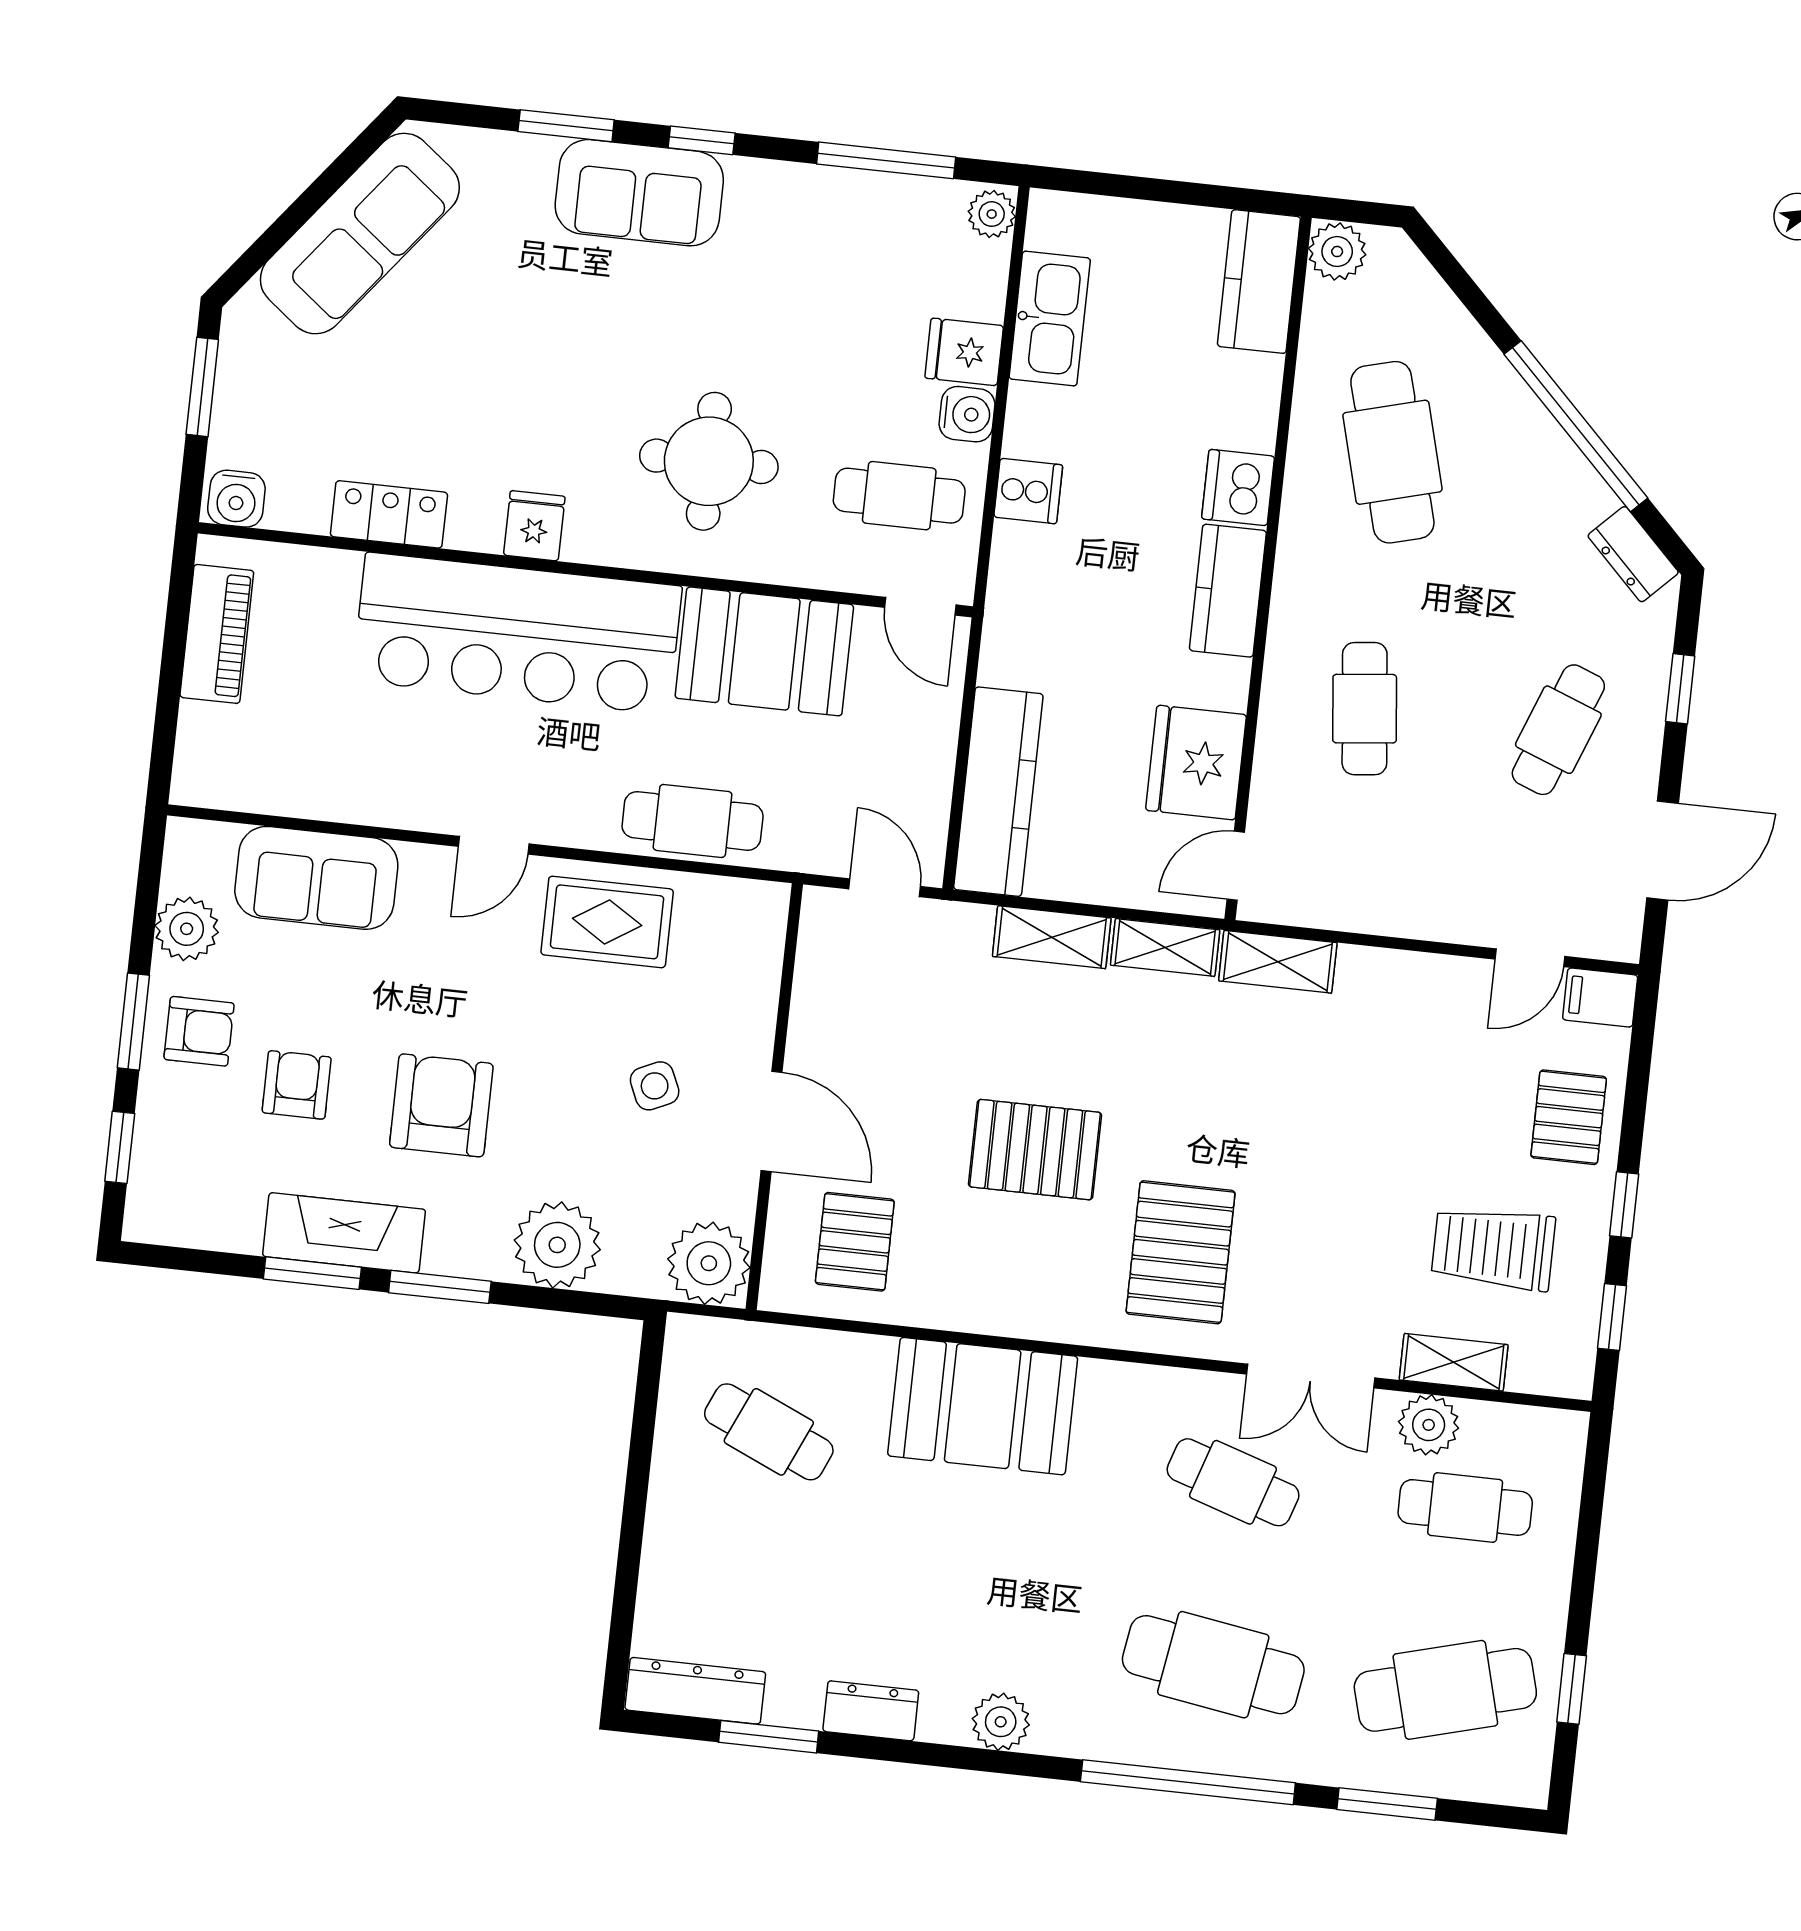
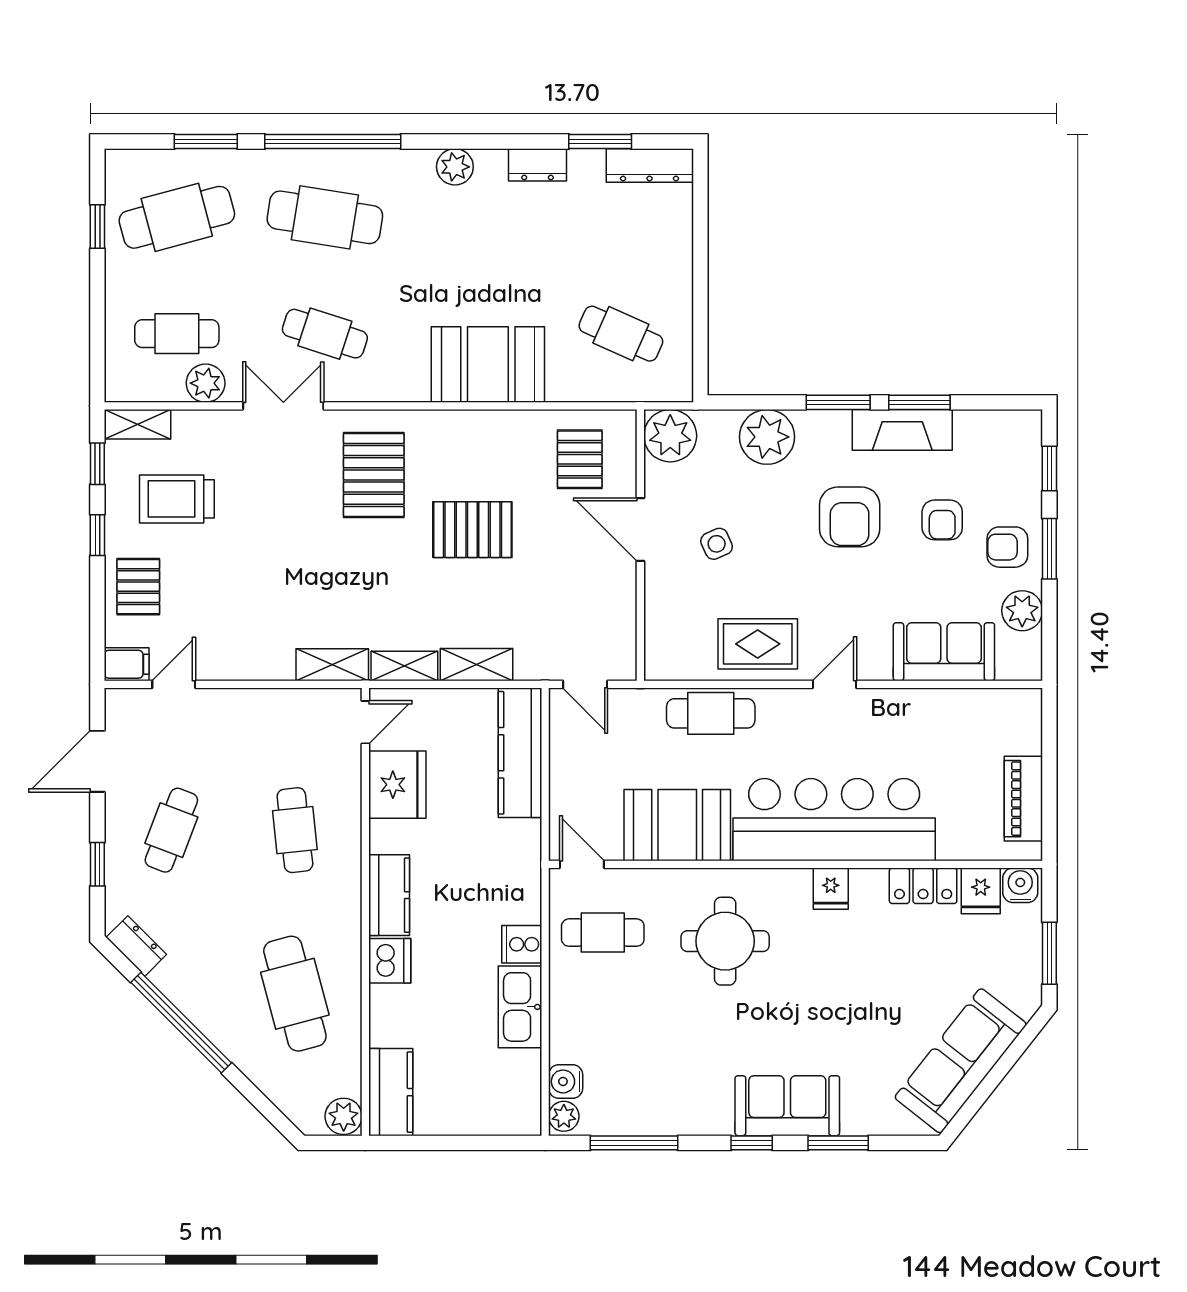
kitchen sink: (1050, 319) -> (520, 1007), moved
fridge: (964, 352) -> (981, 891), moved, turned 90
water cooler: (967, 414) -> (566, 1081), moved
trolley: (1493, 1248) -> (177, 499), turned 180
shelving: (1454, 1362) -> (138, 424), moved

